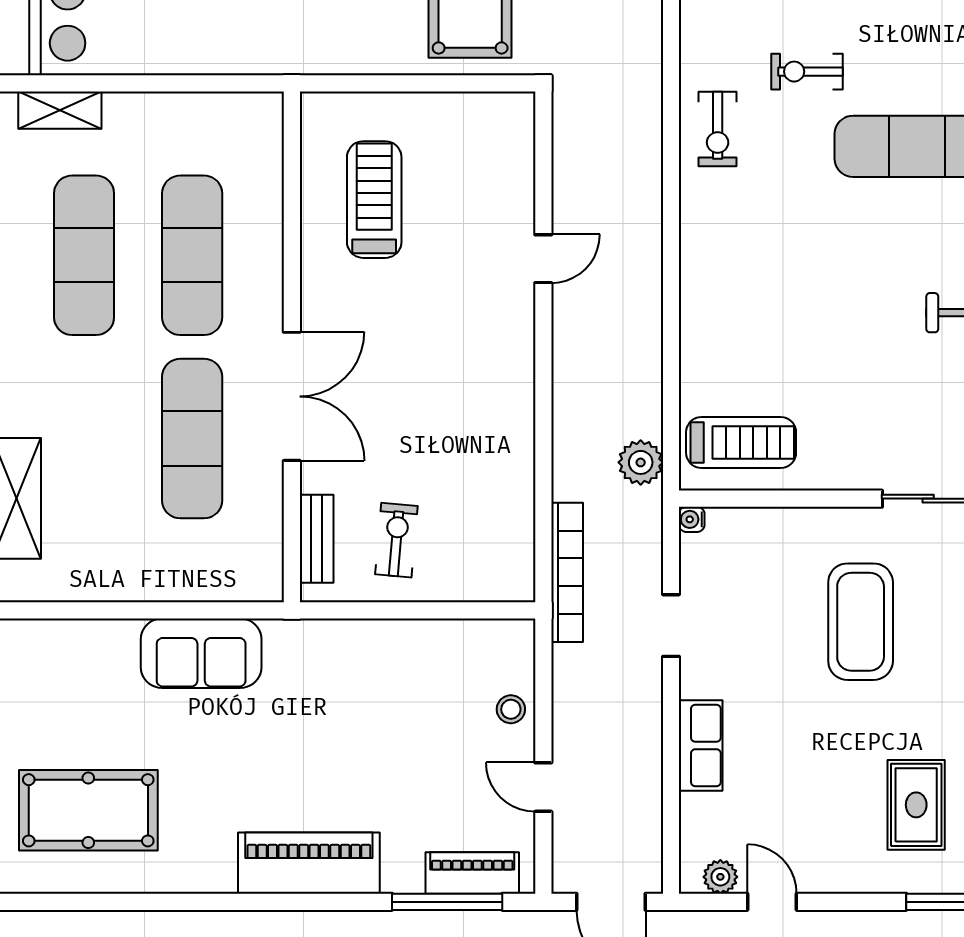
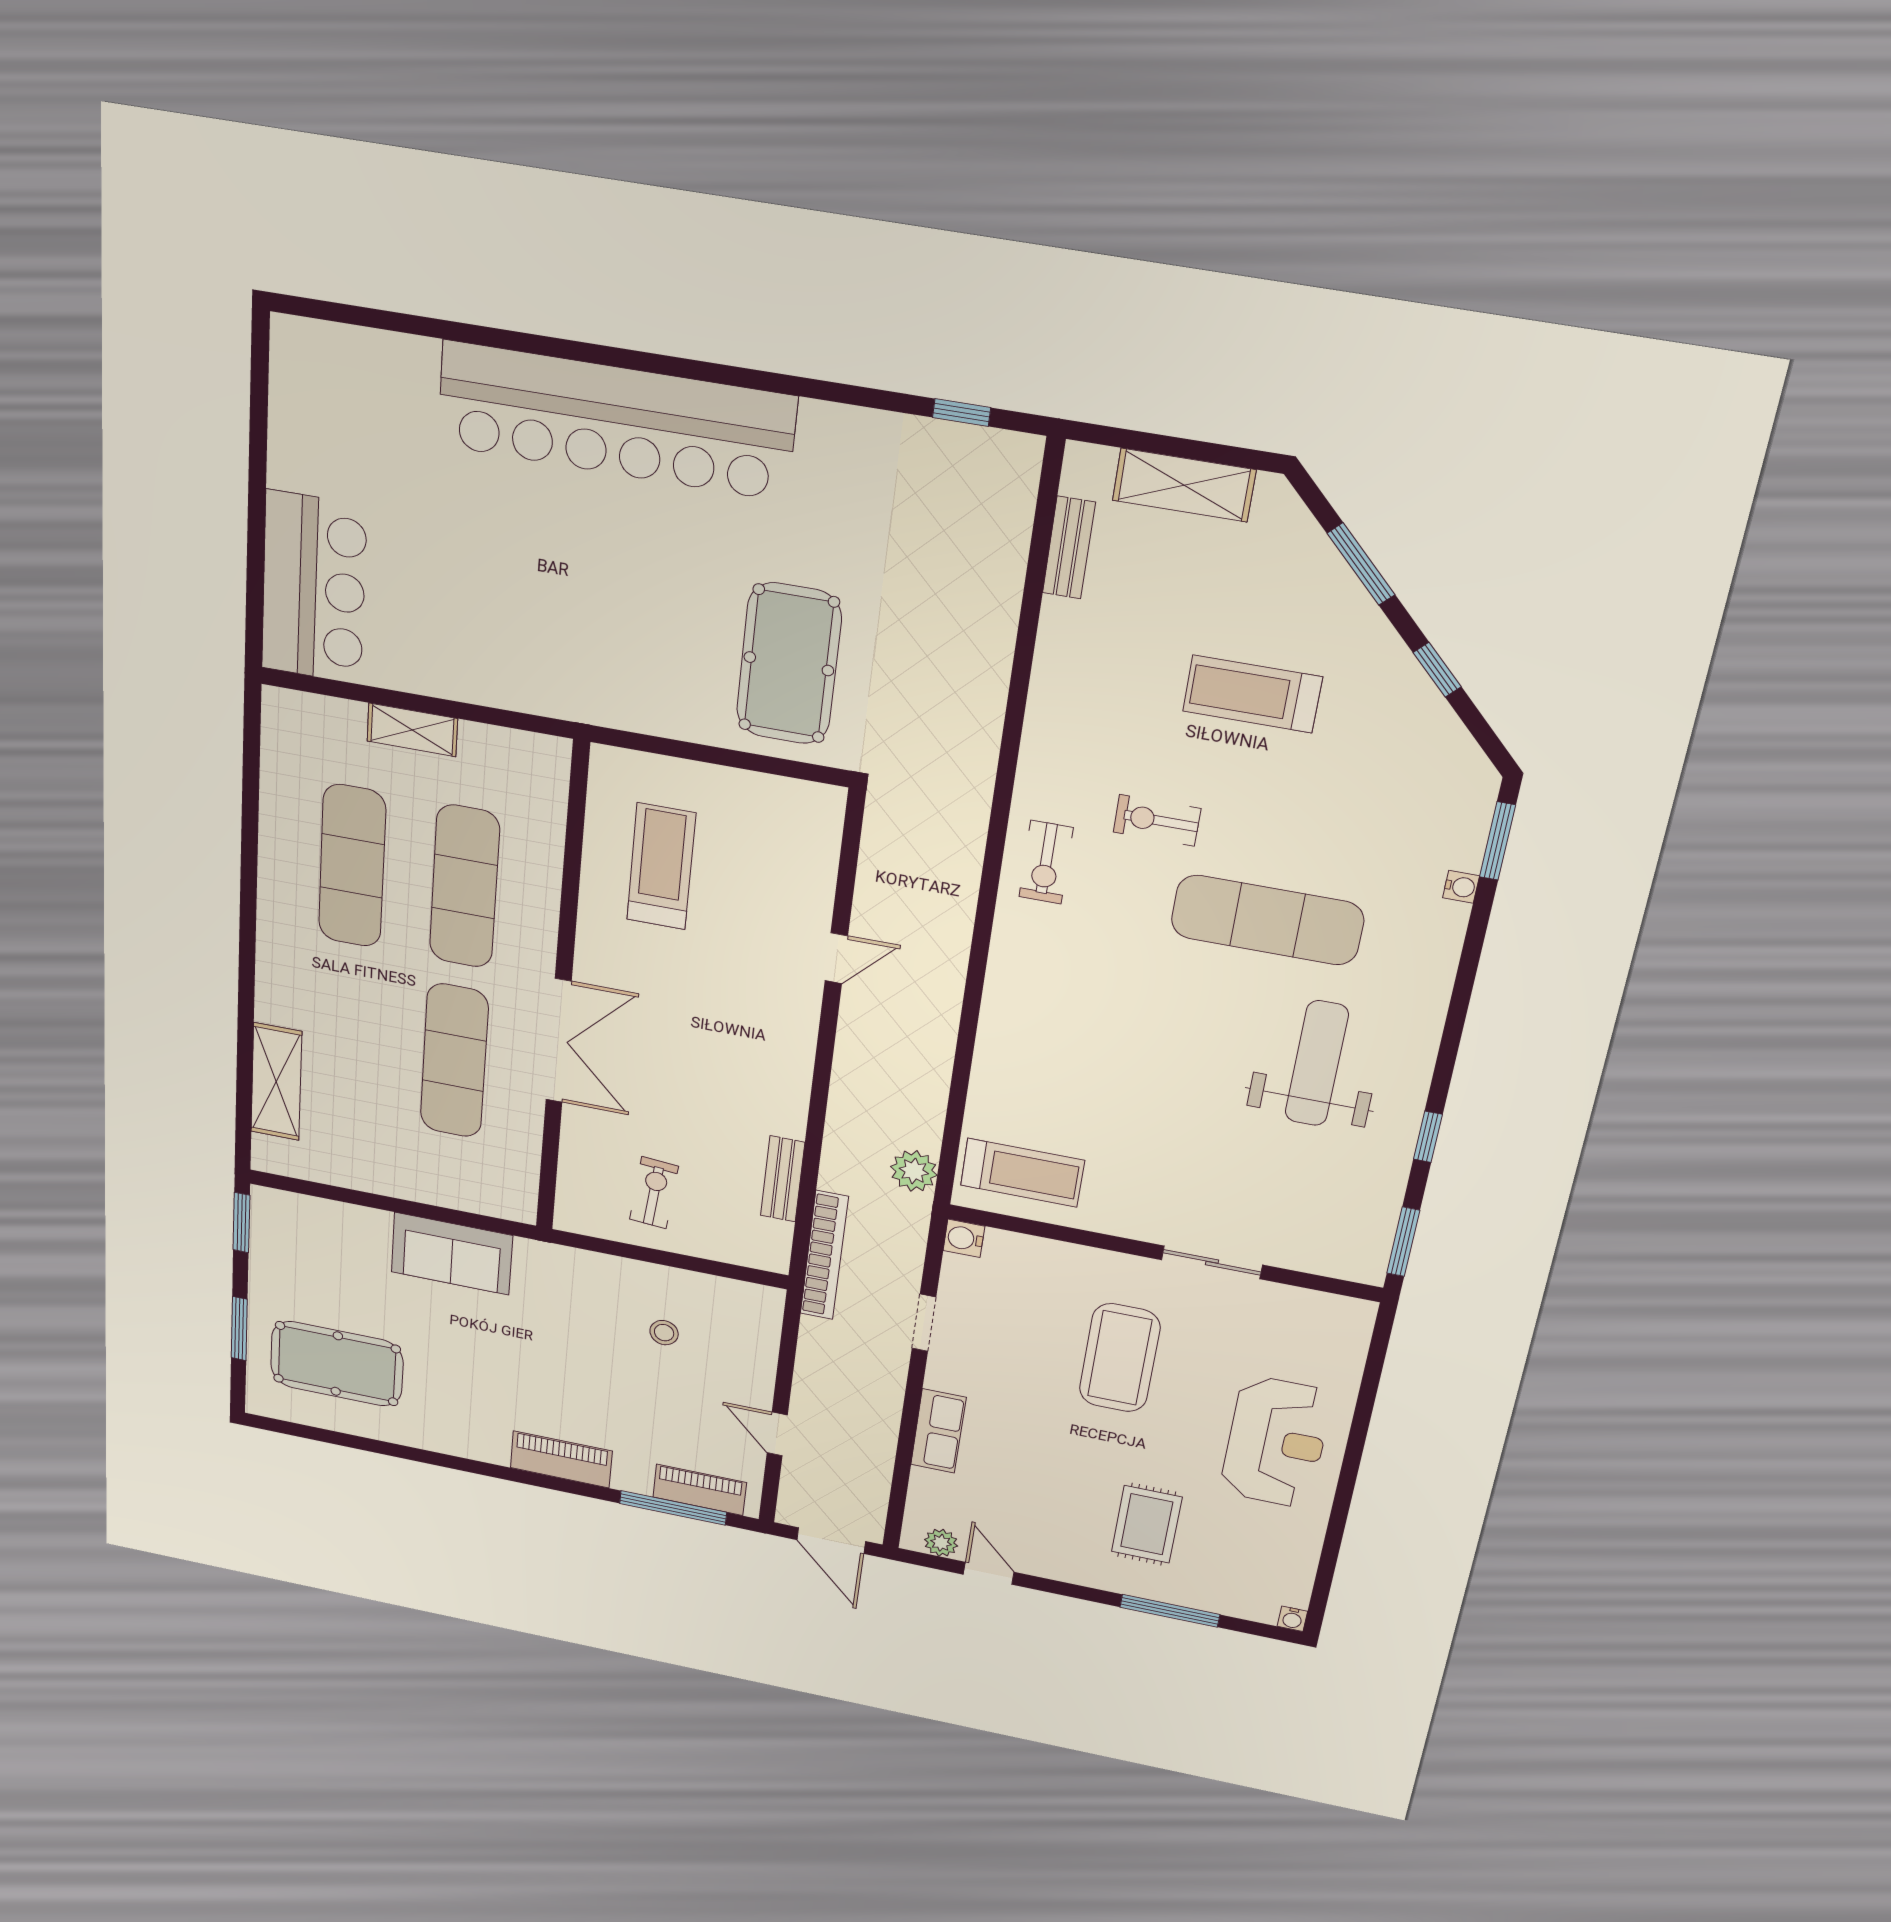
shelving: (60, 110) -> (412, 730), moved
water cooler: (692, 519) -> (964, 1238), width x1.38, depth x1.38
bench: (317, 539) -> (783, 1179), moved
stool: (511, 709) -> (664, 1333), moved
piano: (309, 863) -> (561, 1459), width x0.73, depth x0.75

